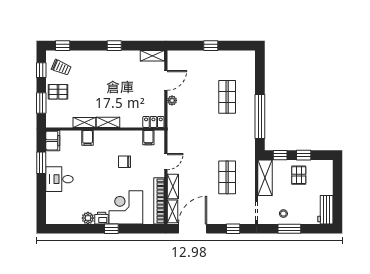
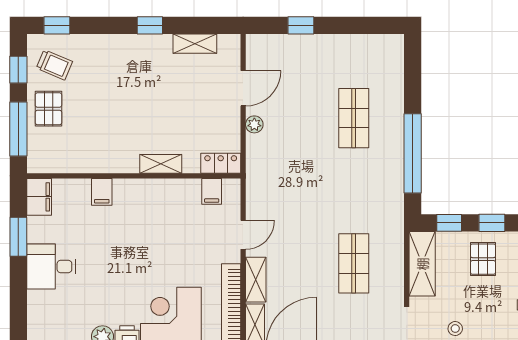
window: (211, 46) -> (301, 25), moved
shelving: (152, 56) -> (195, 44), moved
pallet: (58, 92) -> (48, 109), turned 90
window: (41, 103) -> (18, 129), width x1.44
shelving: (84, 122) -> (96, 164), removed
shelving: (108, 122) -> (161, 164), moved
chair: (124, 162) -> (168, 235), removed

